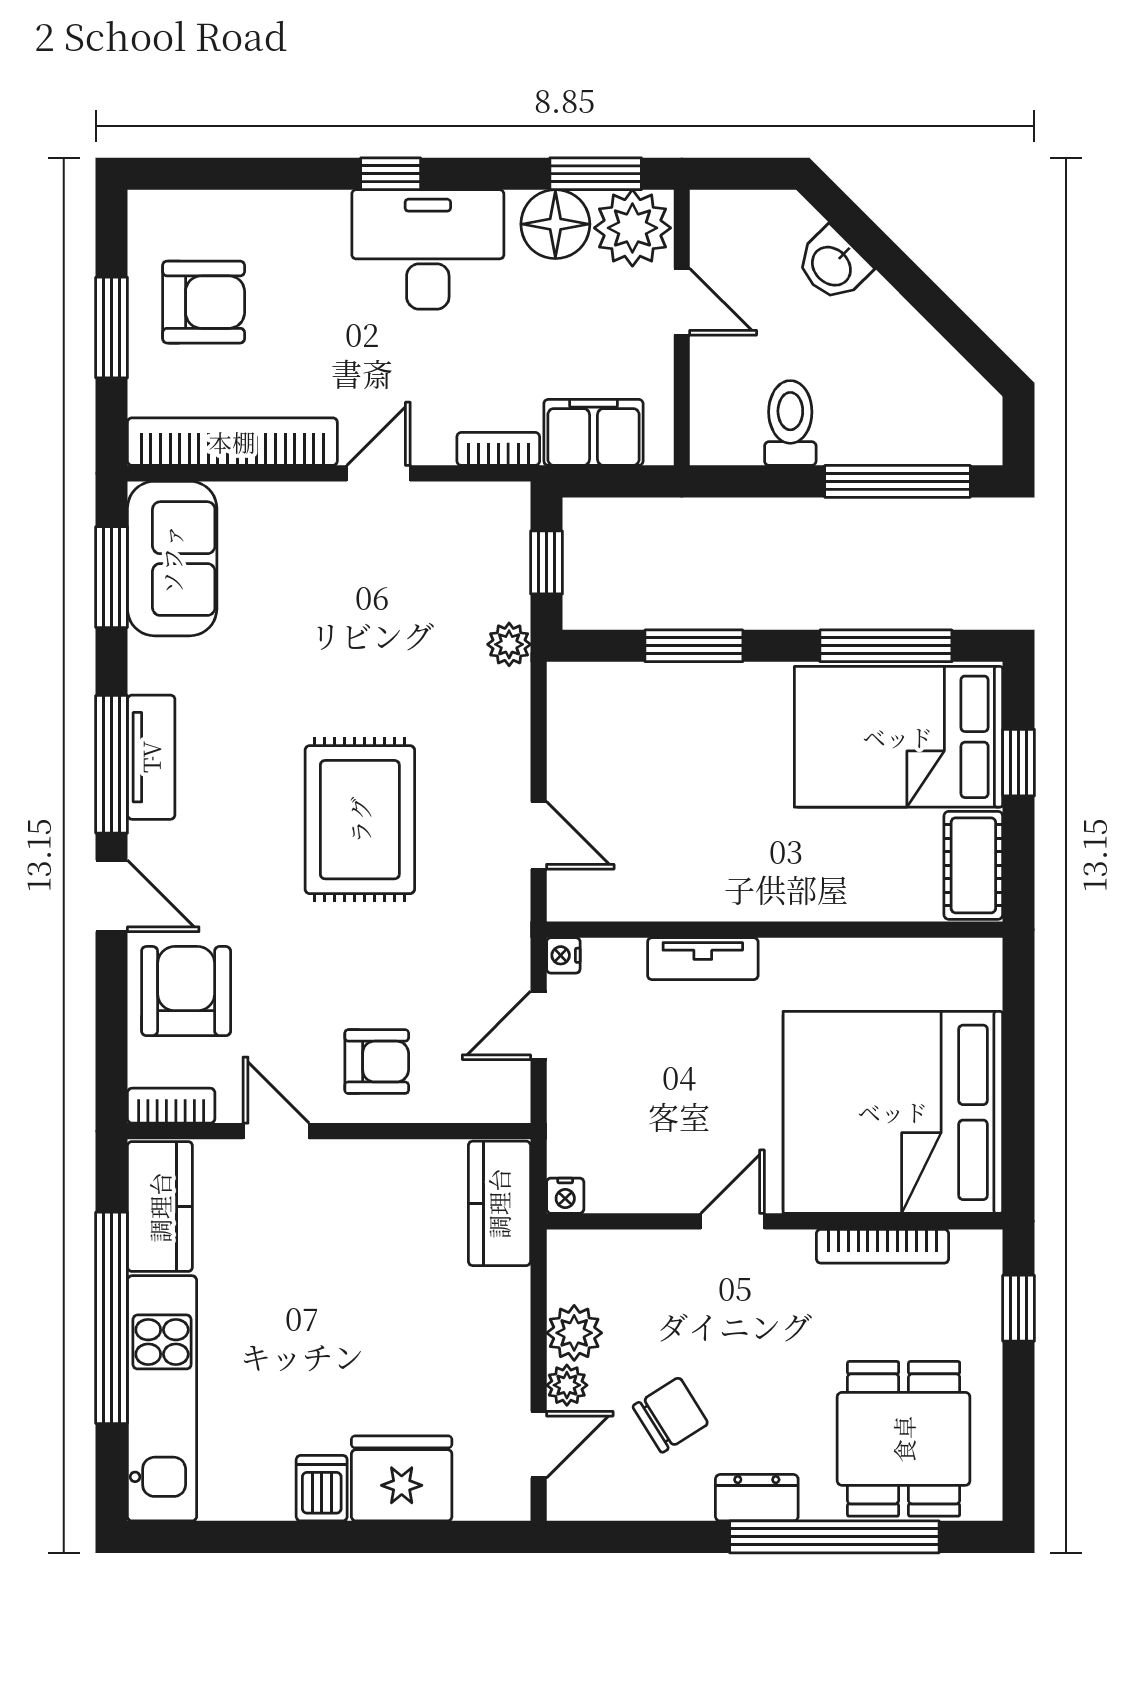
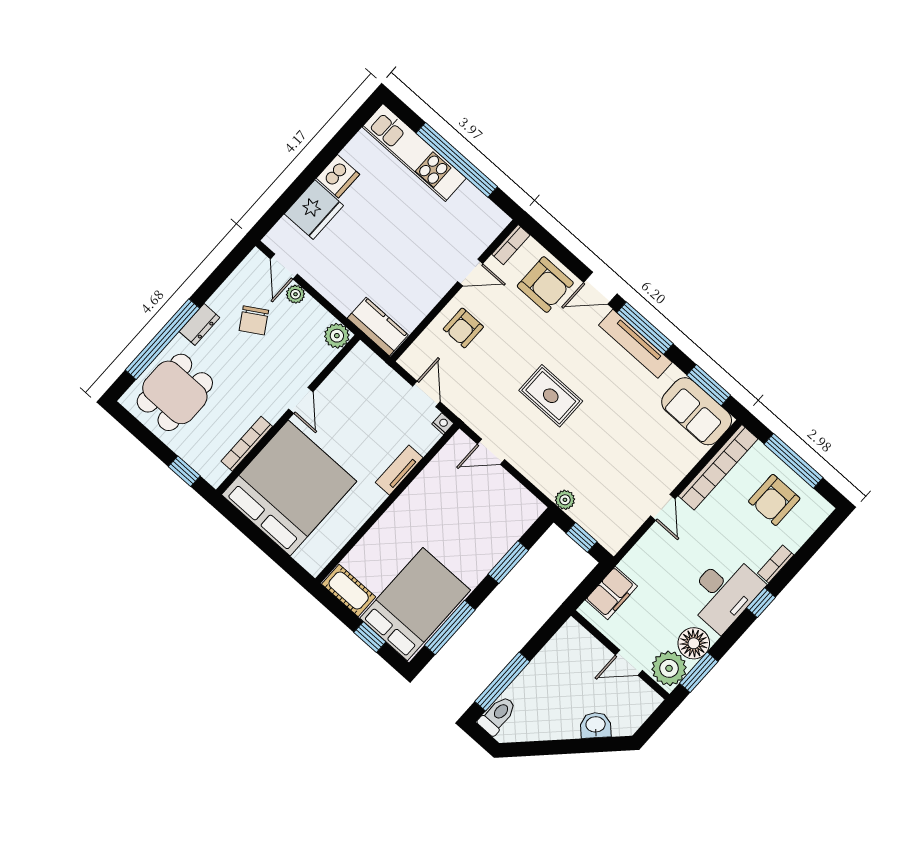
window: (112, 328) -> (794, 461), width x1.44
toilet: (790, 423) -> (497, 715), moved, turned -90
bookcase: (498, 449) -> (776, 564), moved, turned 180
tv unit: (151, 757) -> (635, 344), width x1.41
rug: (360, 820) -> (551, 396), width x0.73, depth x0.70
nightstand: (565, 1196) -> (360, 351), removed
kitchen counter: (160, 1207) -> (480, 210), removed
plant: (574, 1333) -> (337, 336), moved
dining table: (904, 1439) -> (175, 392), turned 90
dishwasher: (322, 1488) -> (338, 176), width x1.38

